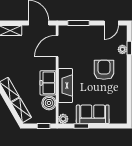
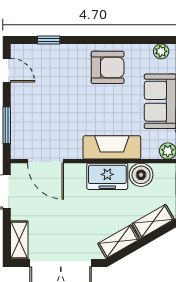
plant: (122, 49) -> (161, 51), moved
armchair: (104, 70) -> (108, 67), moved, turned 180

